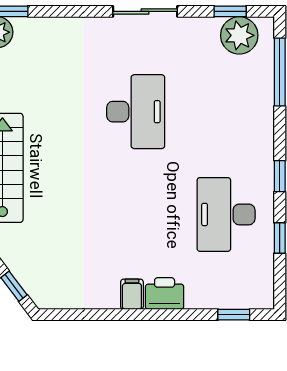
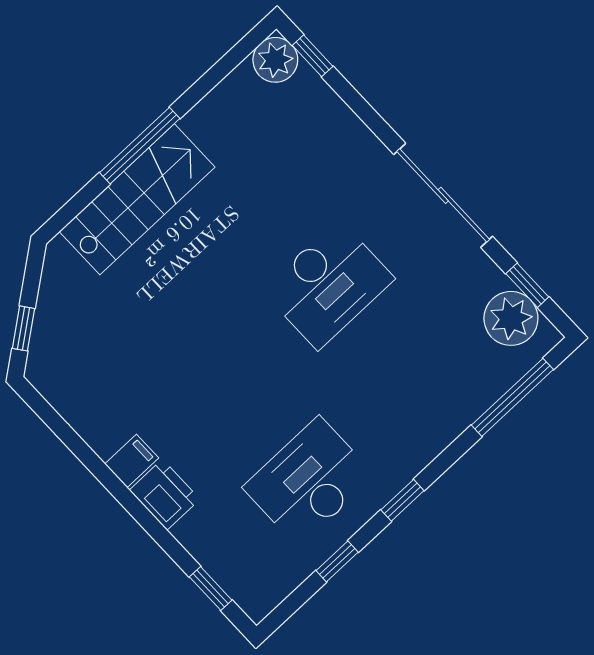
sliding door: (145, 11) -> (443, 195), width x1.37

